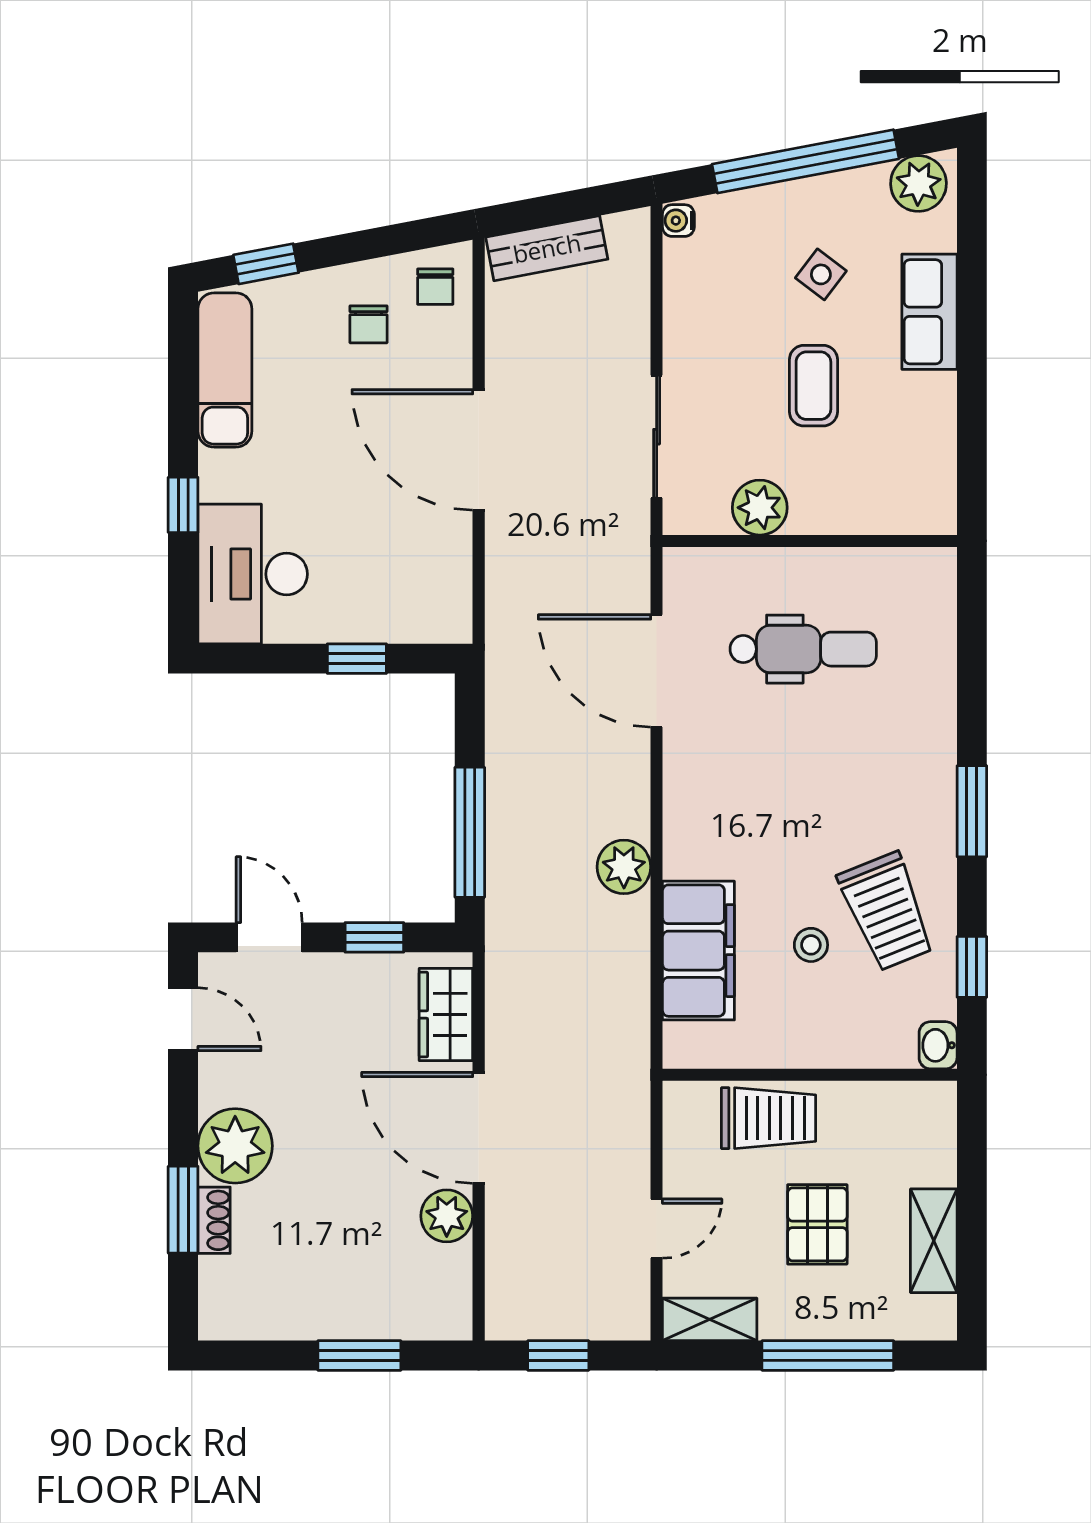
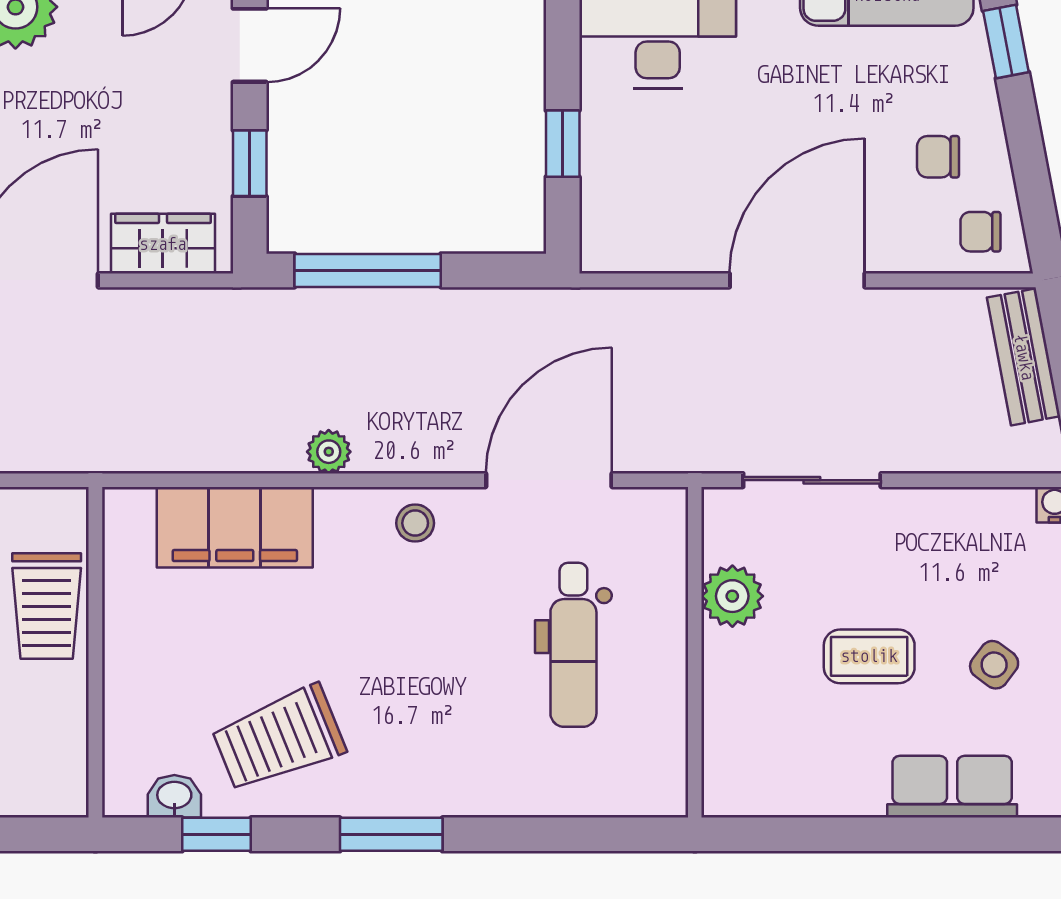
plant: (624, 867) -> (329, 452), width x0.73, depth x0.73
stool: (811, 945) -> (415, 523), moved
washbasin: (938, 1045) -> (174, 796), moved

